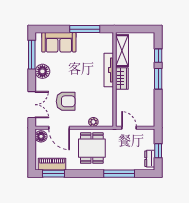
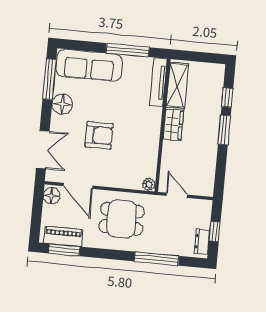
sofa: (59, 42) -> (89, 65), width x1.36
tv unit: (109, 70) -> (159, 82), moved
armchair: (66, 101) -> (99, 135), moved
plant: (93, 122) -> (149, 184), moved
dining table: (92, 148) -> (122, 219), turned 90

